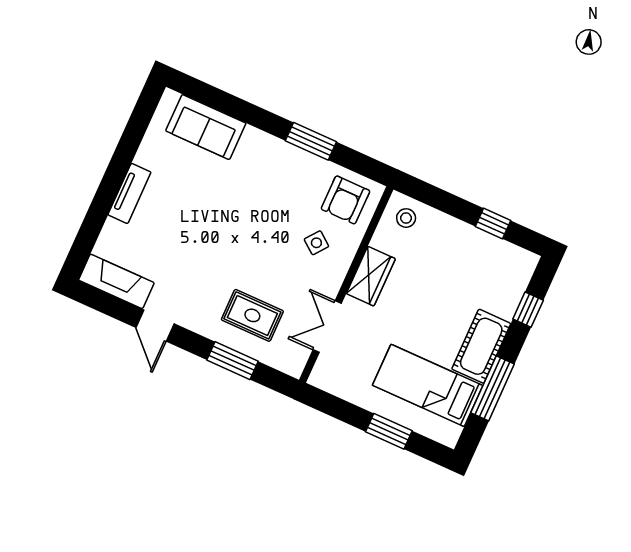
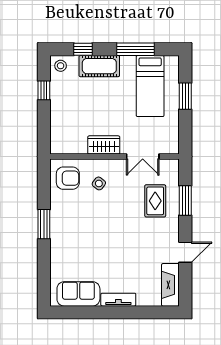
sofa: (206, 127) -> (78, 294), moved, turned -90
window: (311, 141) -> (44, 224), moved
stool: (406, 218) -> (61, 66), moved
cot: (481, 346) -> (99, 66), moved

